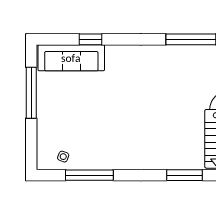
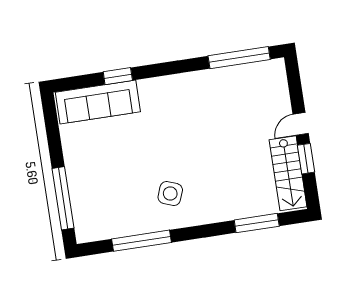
window: (31, 93) -> (63, 198), moved
side table: (63, 157) -> (170, 194), moved, width x1.87, depth x1.87

